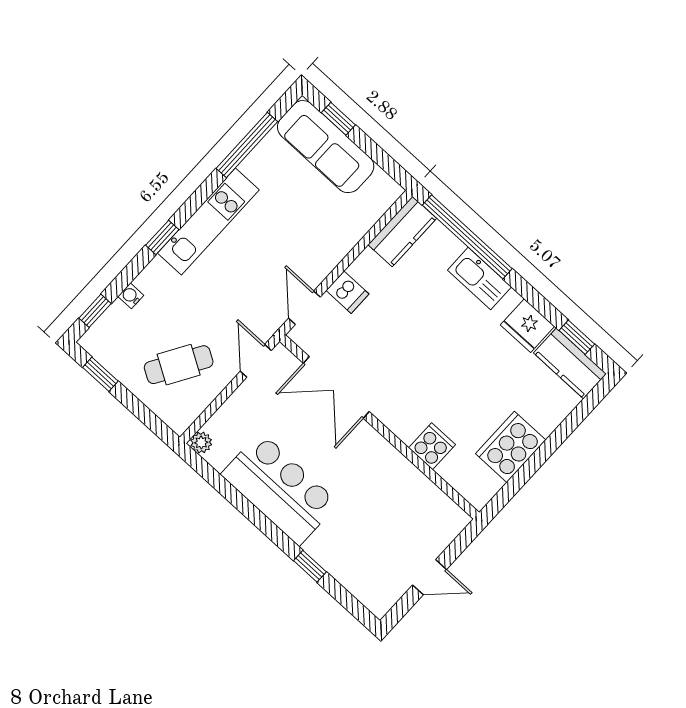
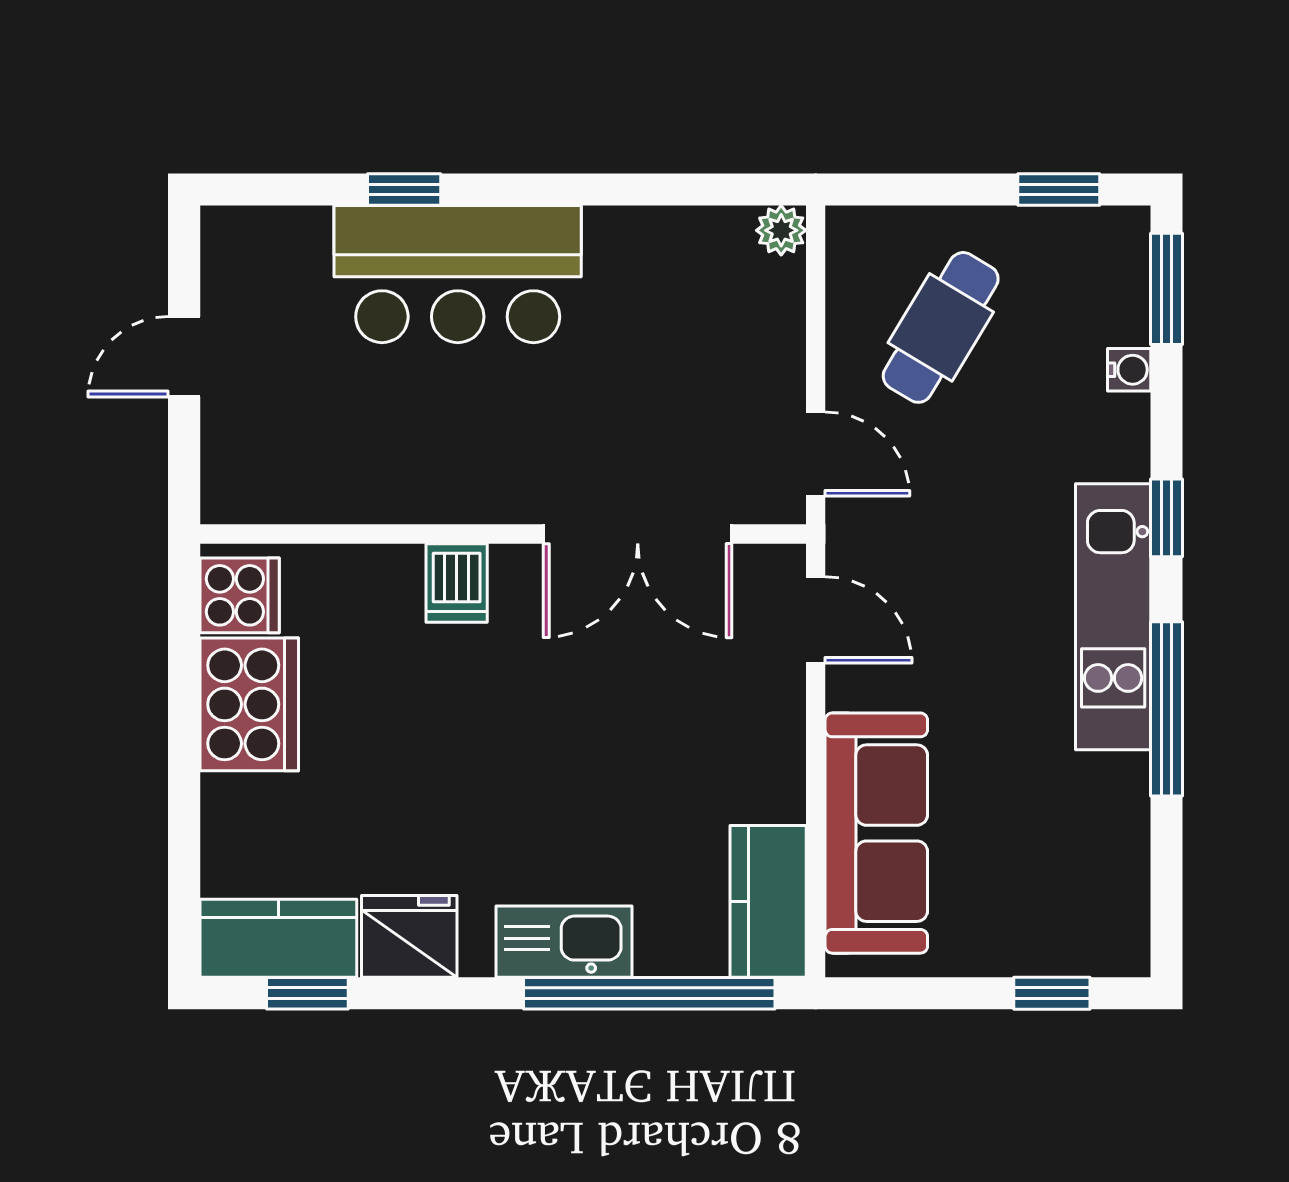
window: (247, 145) -> (1166, 709), moved
sofa: (326, 147) -> (876, 833), moved, turned 90
dishwasher: (348, 292) -> (457, 583), moved, turned -90
window: (95, 311) -> (1166, 289), width x1.50
double door: (336, 387) -> (638, 534), swing flipped
cooker: (432, 446) -> (240, 595), moved, turned -90
bar counter: (280, 489) -> (458, 274), moved

